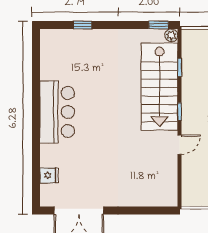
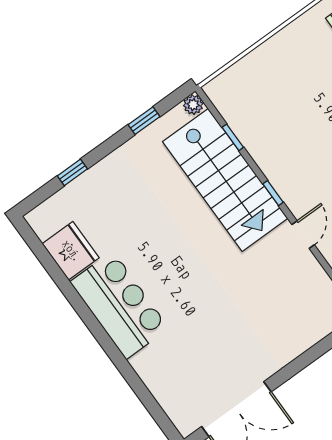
window: (159, 25) -> (144, 121), moved
fridge: (49, 175) -> (71, 251), moved, width x1.88, depth x1.34

